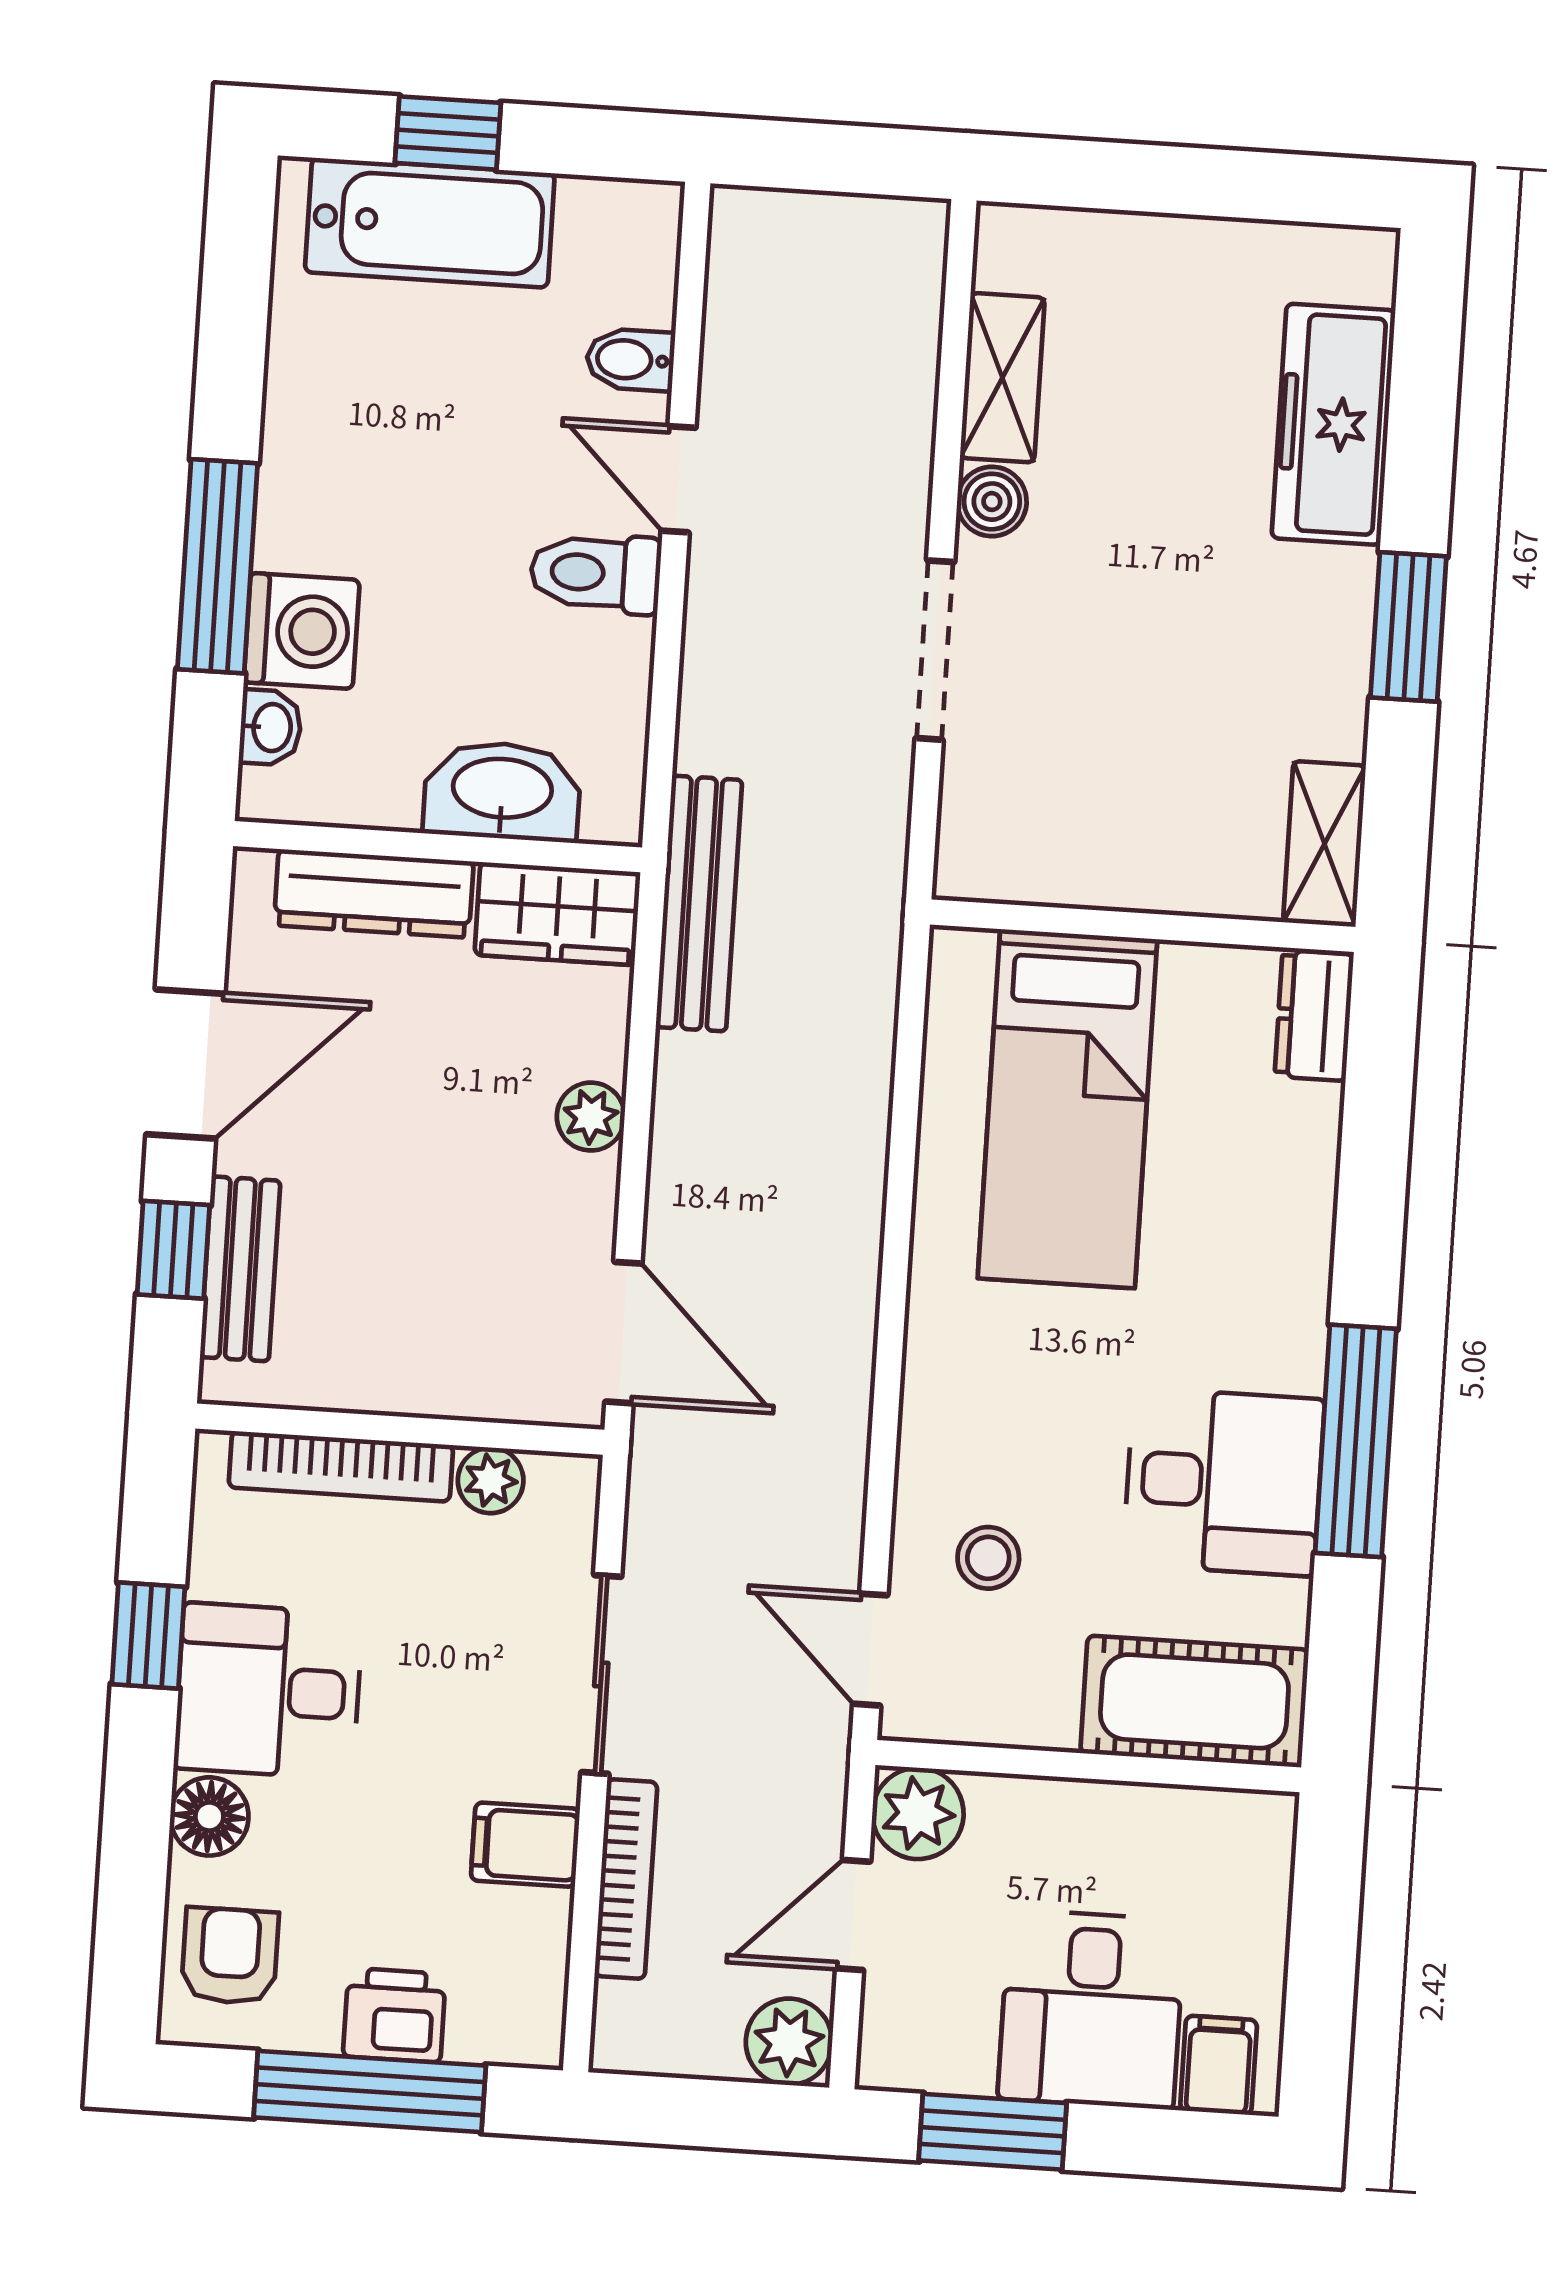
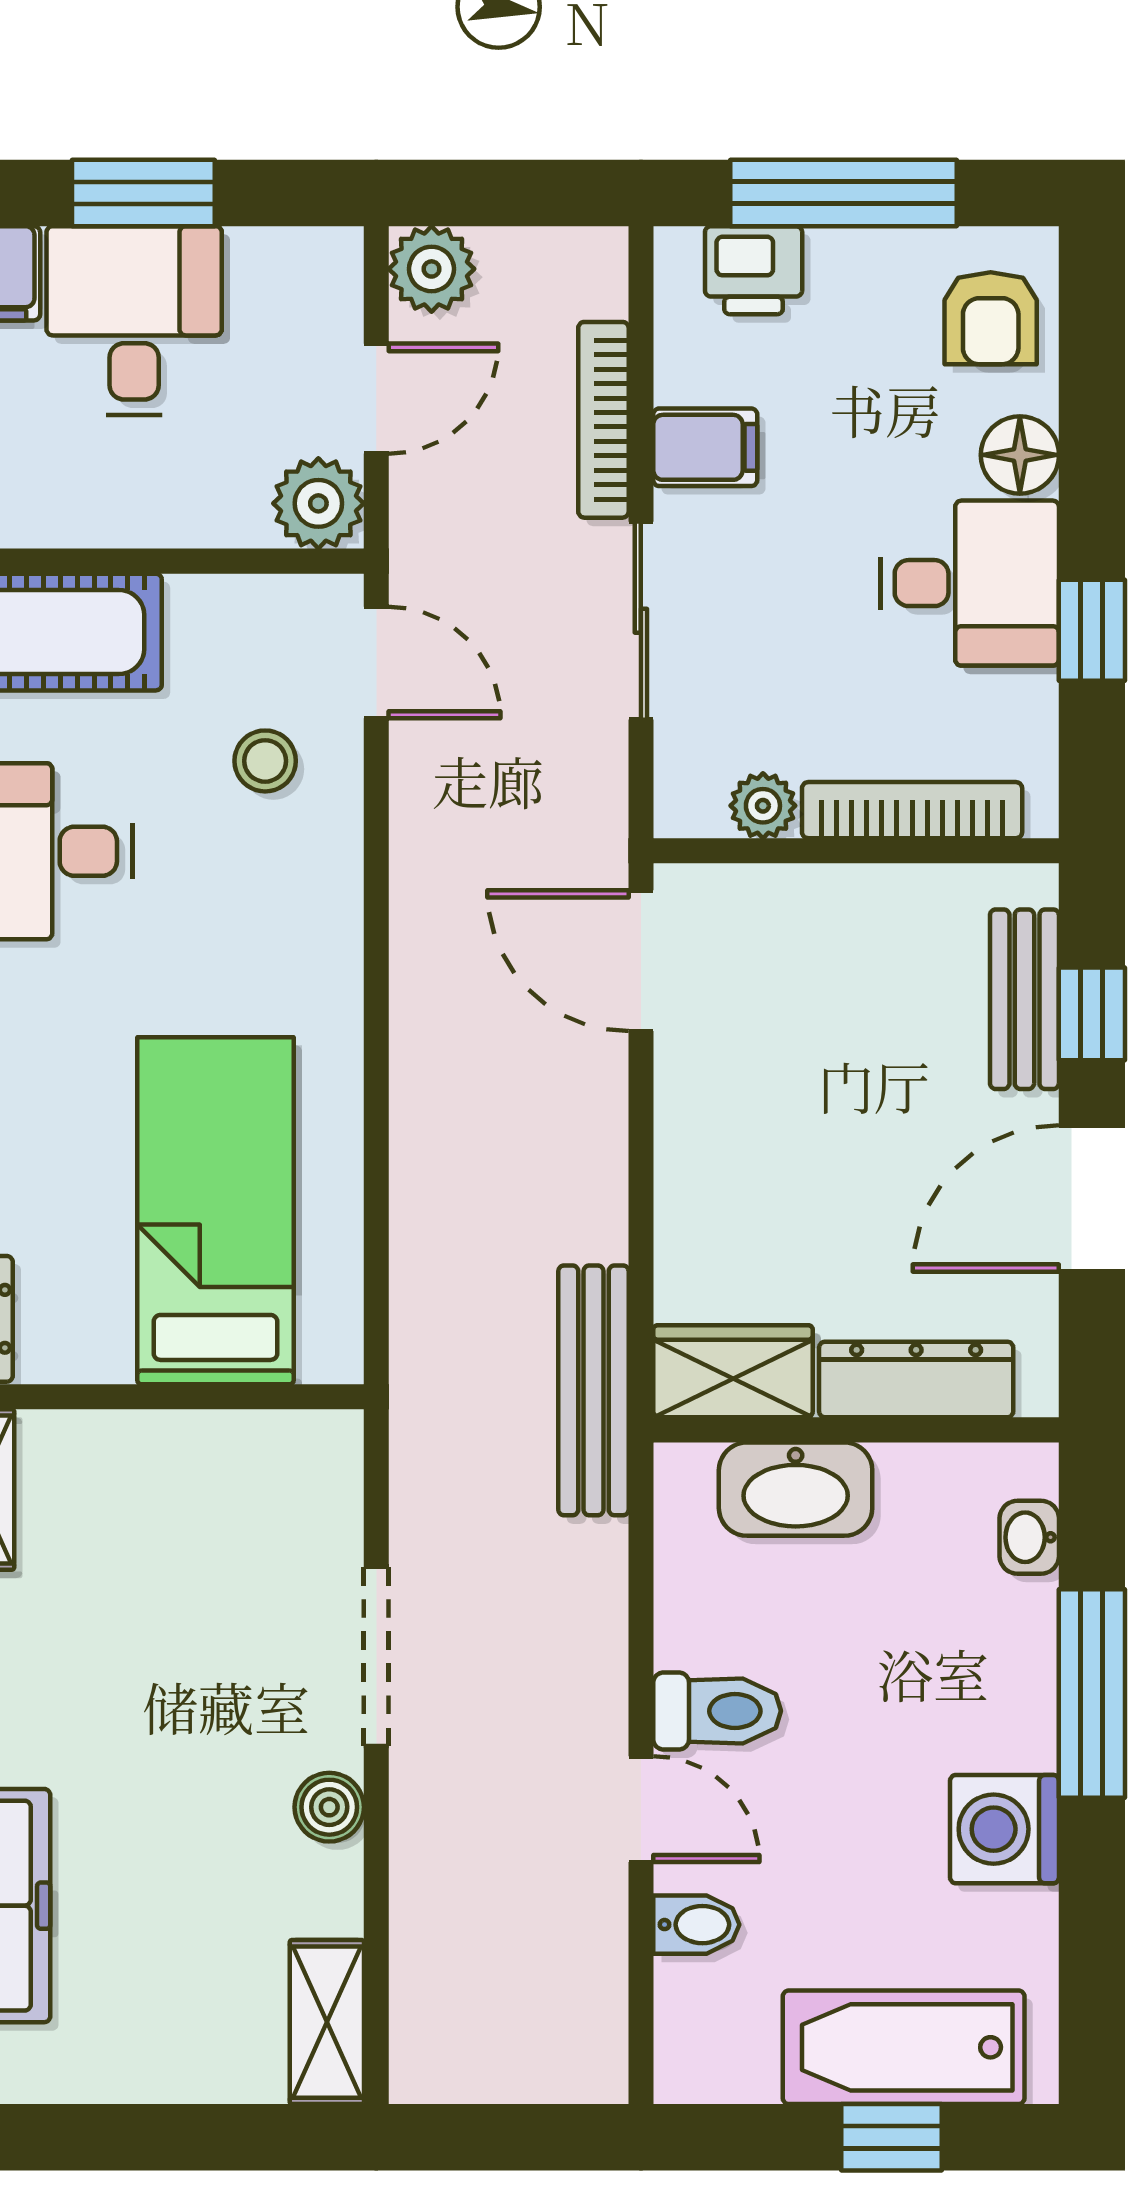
shelving: (1002, 378) -> (327, 2022), moved
washing machine: (302, 631) -> (1004, 1829), moved
plant: (591, 1117) -> (687, 1172), removed
printer: (394, 2015) -> (754, 270), moved
window: (993, 2132) -> (143, 193), moved

